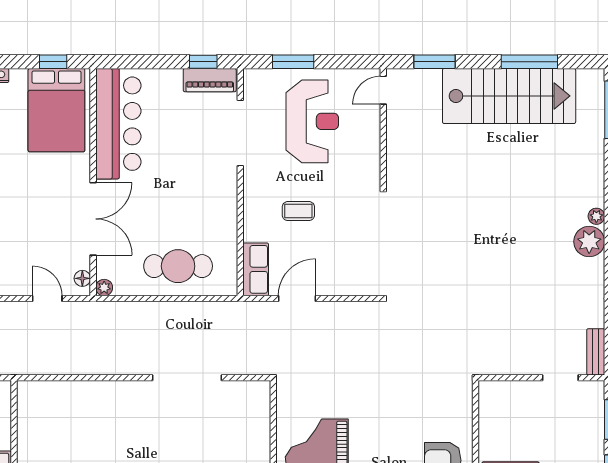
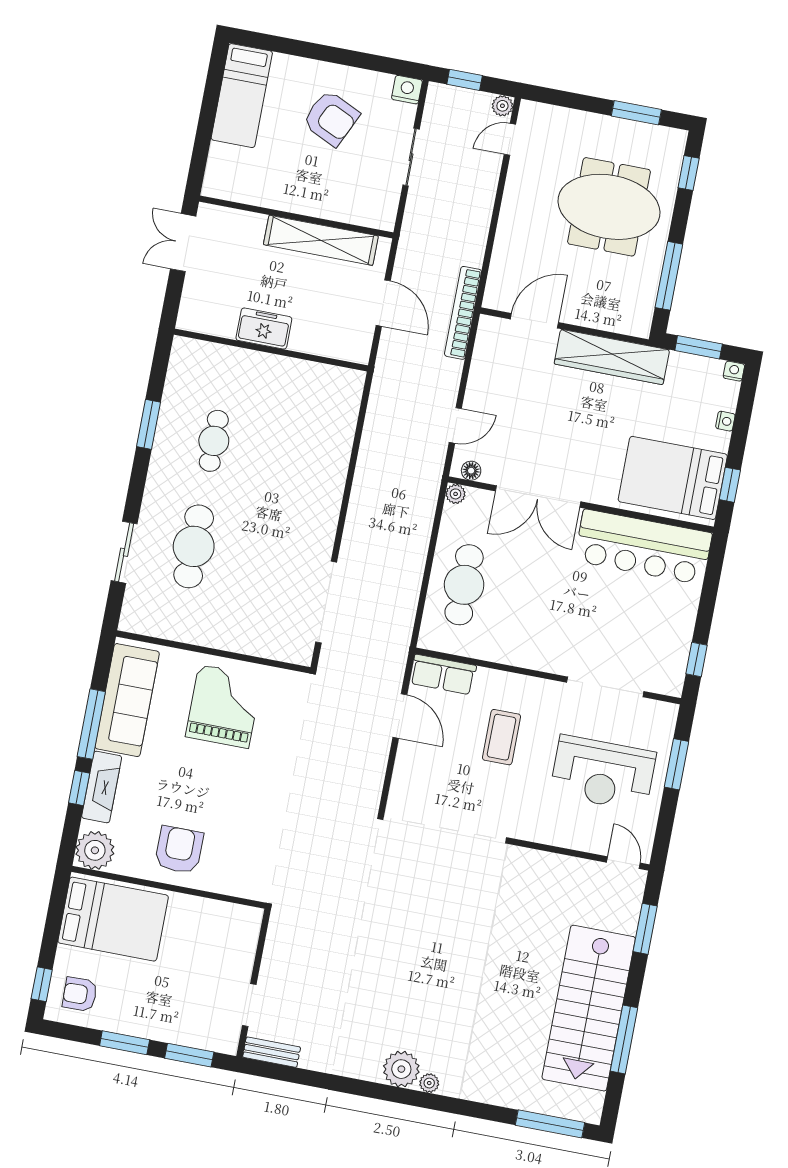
piano: (210, 80) -> (674, 663), removed
coffee table: (298, 211) -> (501, 737), width x1.36, depth x1.30
doorway: (187, 378) -> (326, 602), moved

